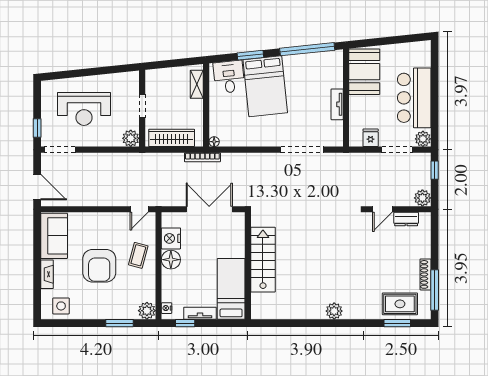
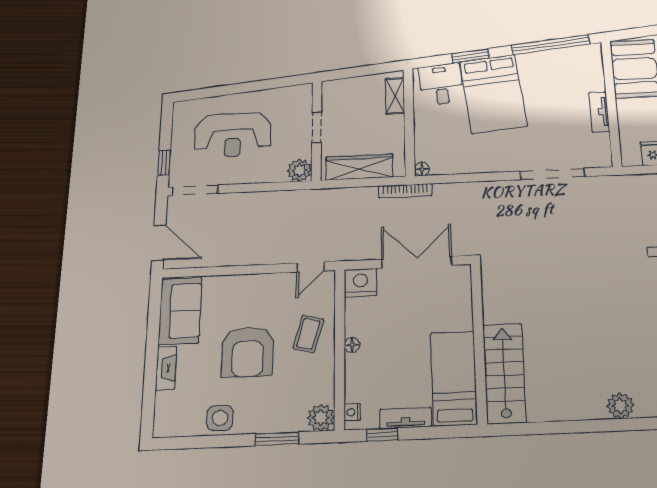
nightstand: (171, 238) -> (360, 283), moved, turned 90
floor lamp: (171, 260) -> (352, 345), width x0.53, depth x0.53
stairs: (263, 260) -> (504, 373), moved
side table: (61, 306) -> (220, 418), moved

